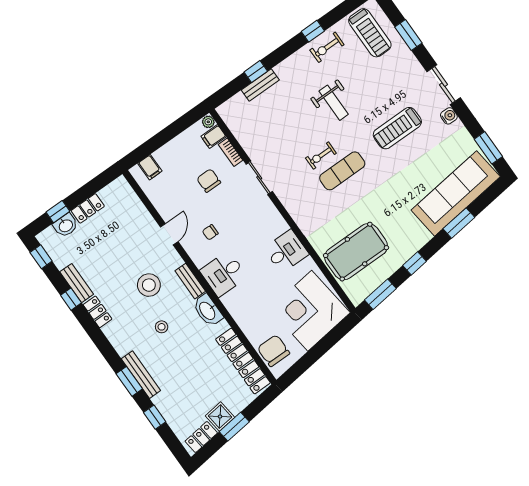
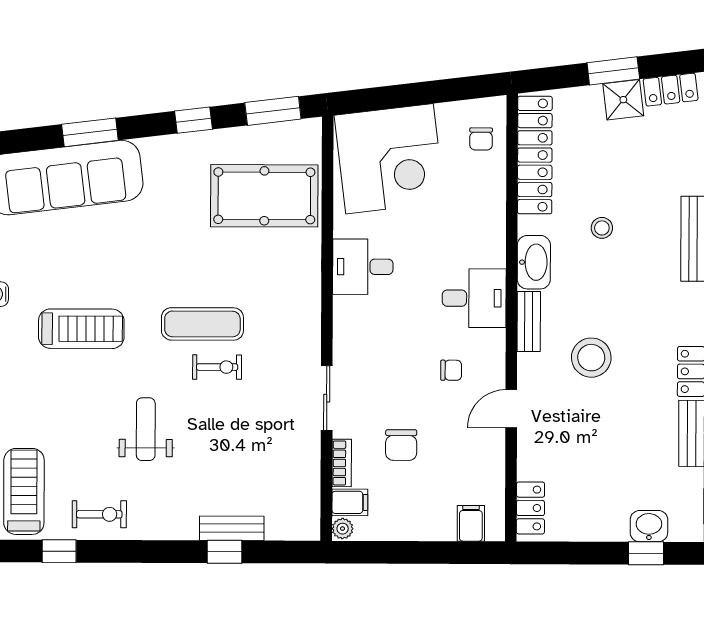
window: (313, 31) -> (59, 551), moved
locker: (88, 208) -> (530, 508), moved, turned 90
stool: (162, 327) -> (602, 228), moved
chair: (274, 351) -> (481, 139), width x0.54, depth x0.54

